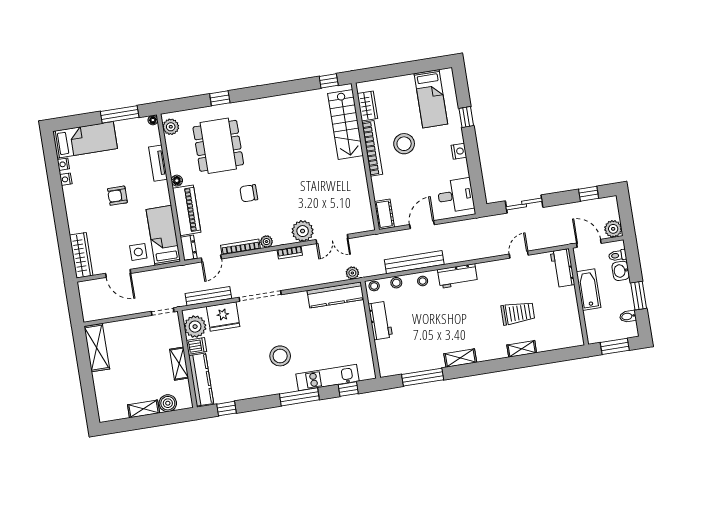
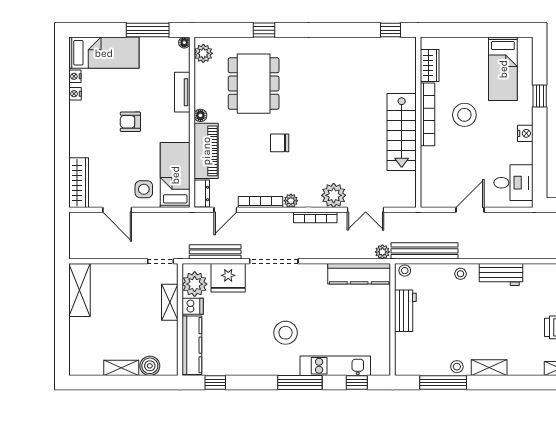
stairs: (346, 125) -> (402, 132), moved
cot: (384, 214) -> (429, 191), removed
bookcase: (290, 252) -> (315, 217), width x1.56
bench: (414, 262) -> (424, 251), moved
stool: (396, 283) -> (457, 367), moved
shelving: (179, 364) -> (170, 302), moved

